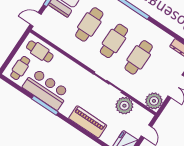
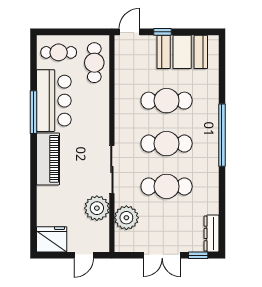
door: (36, 19) -> (129, 32), hinge flipped
plant: (154, 101) -> (126, 218), moved
piano: (88, 122) -> (48, 159), moved

